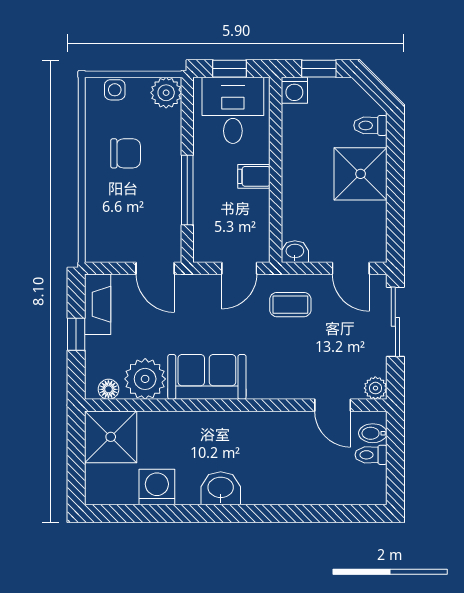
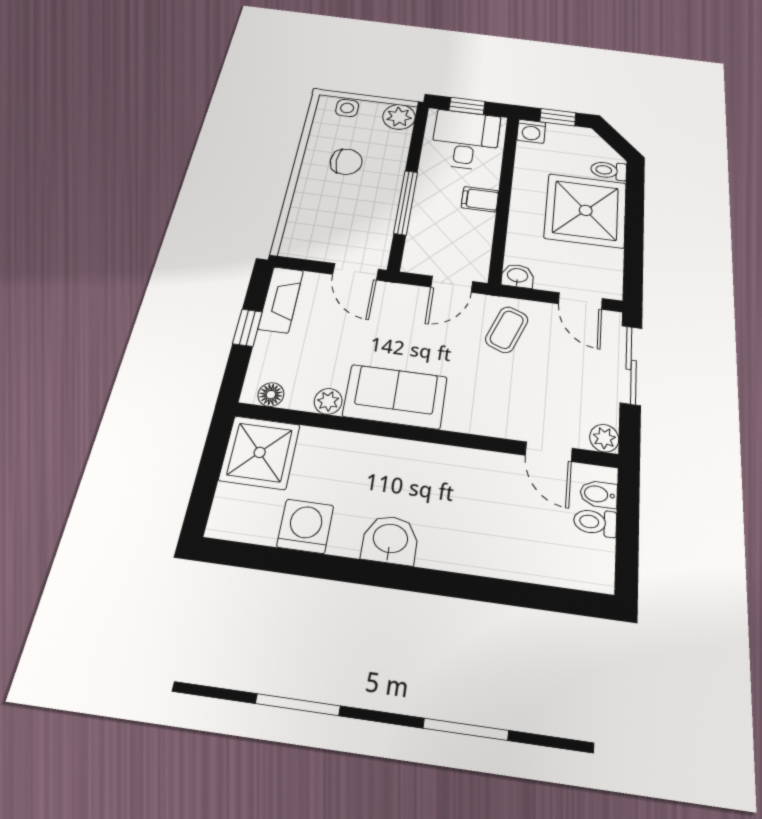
shower: (361, 174) -> (586, 210), width x1.37, depth x1.37
coffee table: (290, 305) -> (507, 330), turned -69
plant: (145, 379) -> (328, 401), width x0.53, depth x0.53

